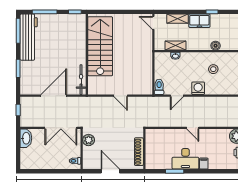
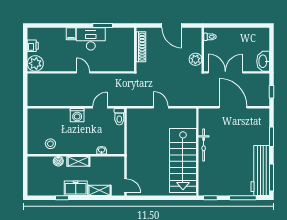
shelving: (176, 46) -> (78, 161), moved
stool: (213, 69) -> (50, 144), moved
bicycle: (81, 80) -> (204, 145), moved
door: (54, 96) -> (233, 107), swing flipped

